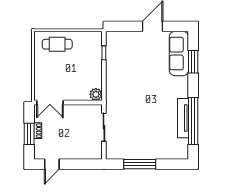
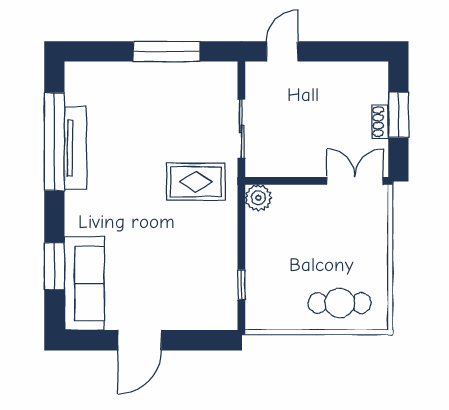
rug: (126, 102) -> (196, 182), added
door: (52, 164) -> (282, 51), moved

